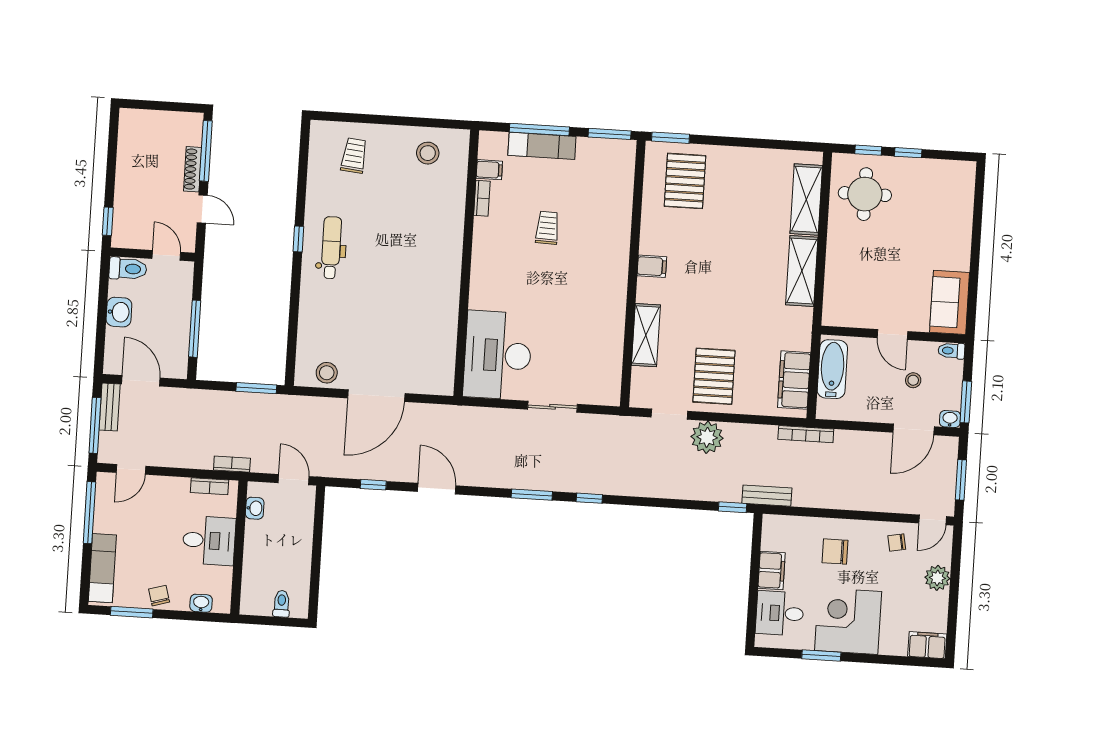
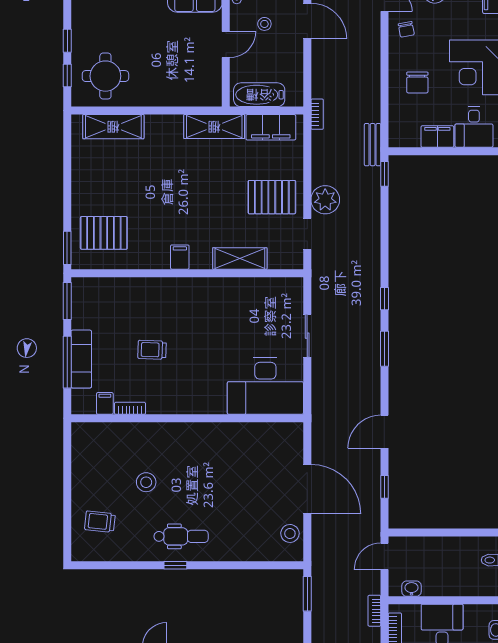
stool: (428, 153) -> (146, 482), moved
dental chair: (331, 248) -> (181, 536), turned 180
shelving: (802, 271) -> (214, 127), moved
bookcase: (806, 434) -> (317, 114), width x0.64

